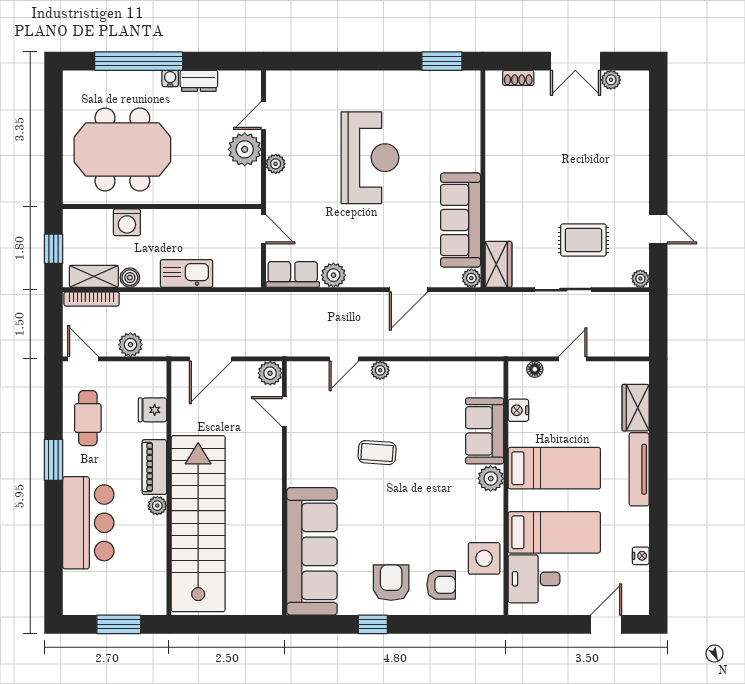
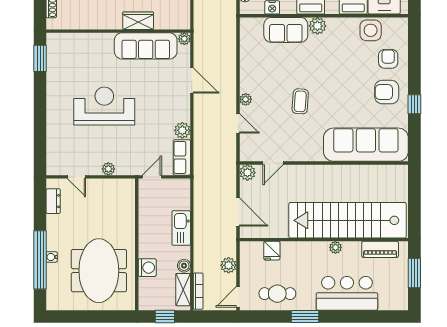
water cooler: (170, 78) -> (52, 257), moved
dresser: (199, 81) -> (53, 201), moved
plant: (245, 149) -> (99, 189), removed
wardrobe: (498, 264) -> (138, 21), moved
piano: (154, 467) -> (380, 249), moved

